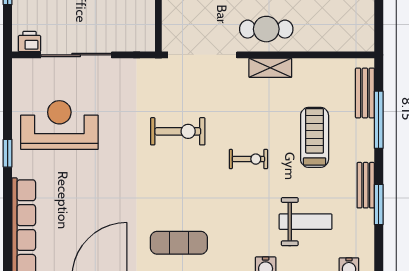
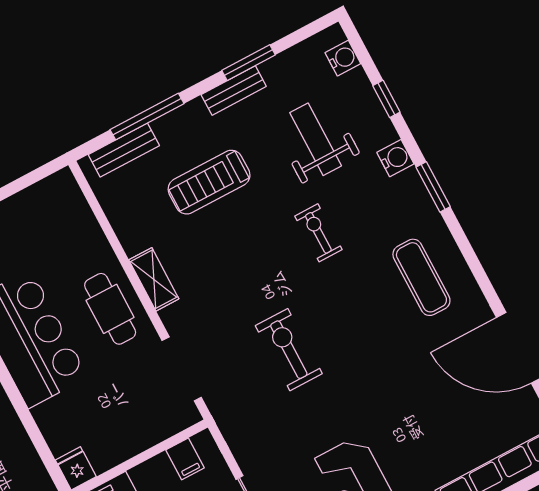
filing cabinet: (143, 26) -> (185, 459), added
doorway: (202, 55) -> (182, 369), width x0.73
exercise bike: (248, 159) -> (318, 233), moved

